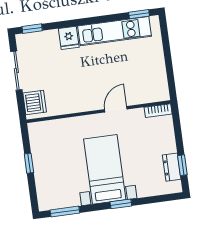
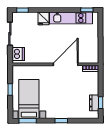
door: (116, 109) -> (66, 64), width x1.87
bed with nightstands: (105, 169) -> (29, 99), moved

